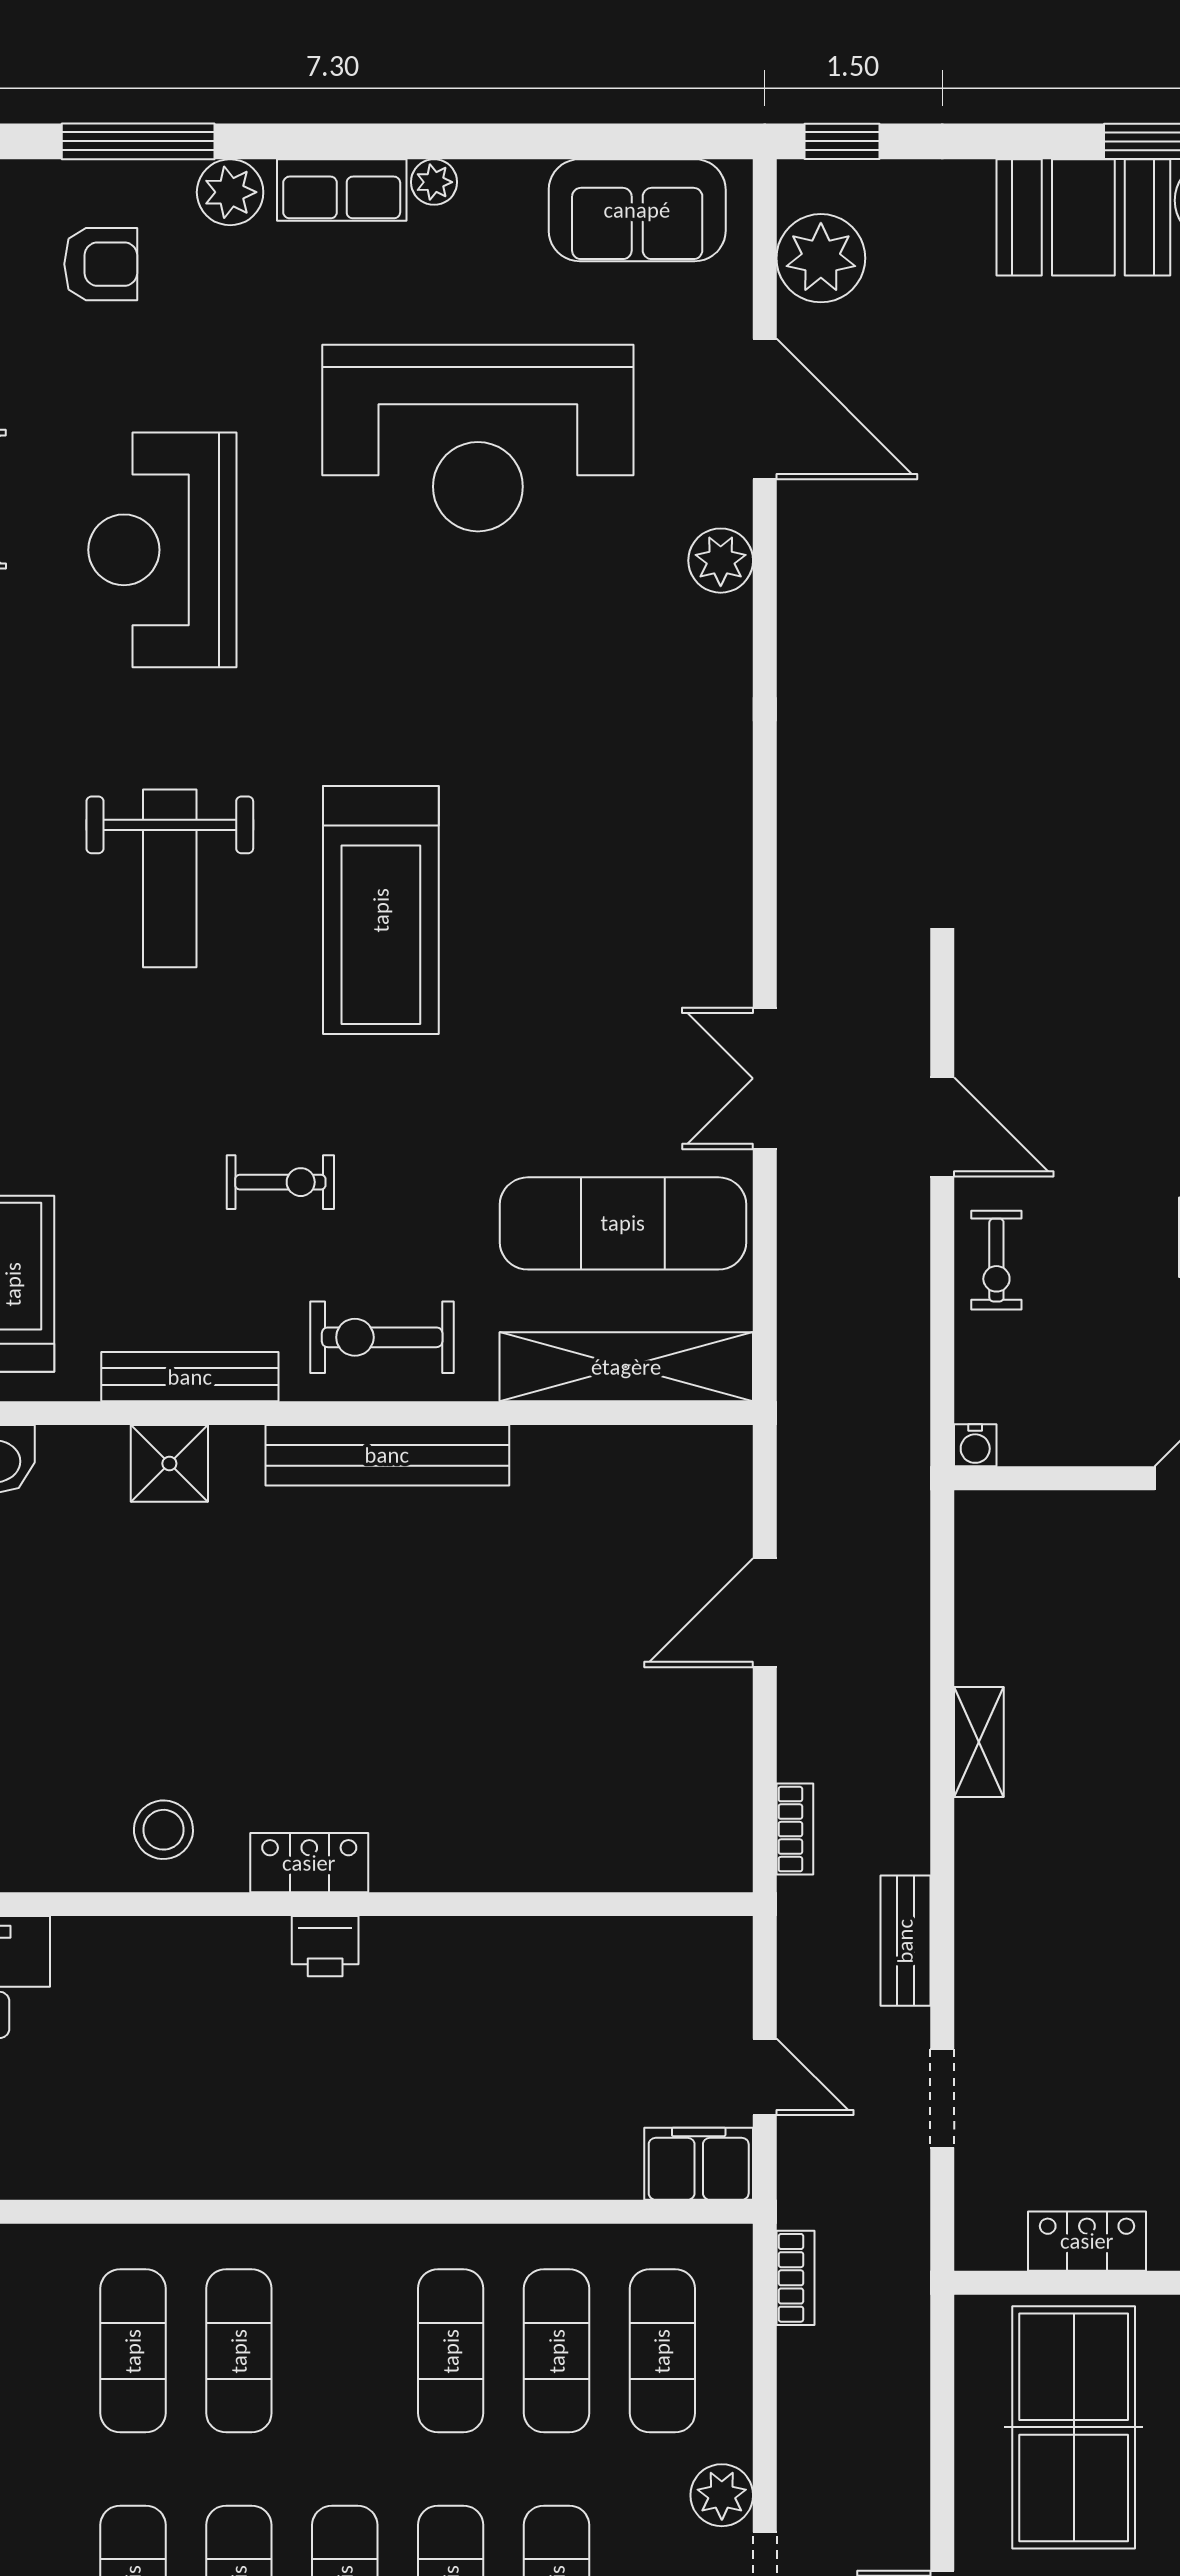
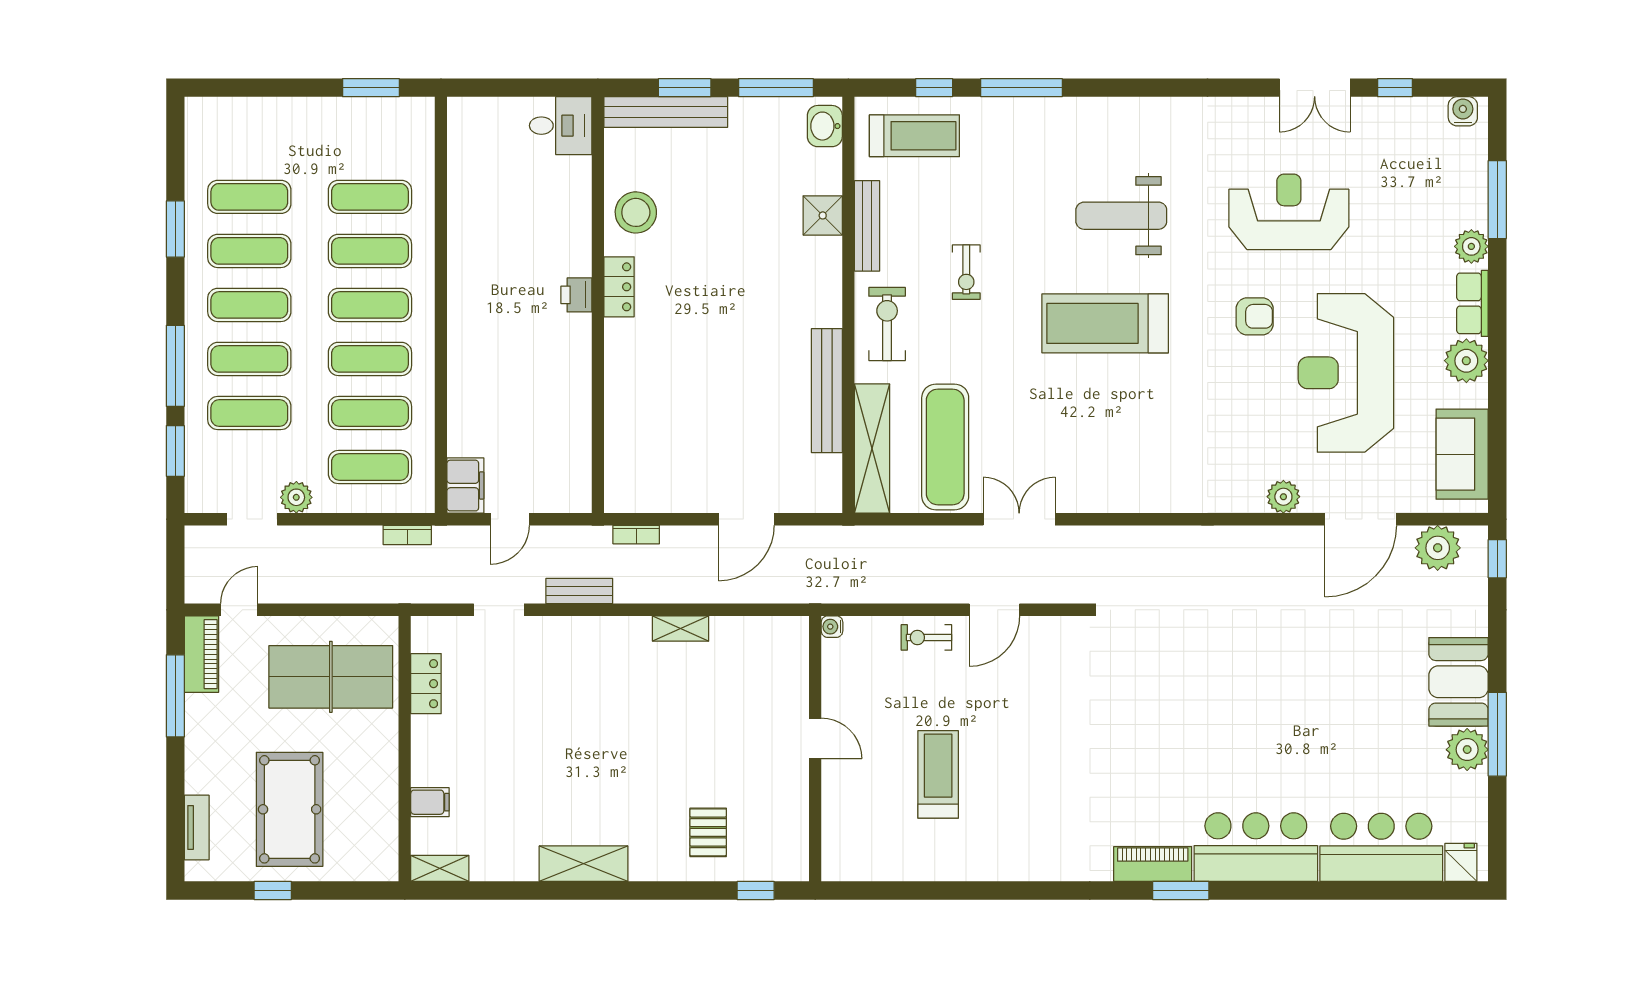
plant: (434, 182) -> (1466, 361), width x1.87, depth x1.87
armchair: (101, 264) -> (1255, 316), moved, turned -90
bench: (387, 1455) -> (827, 391), moved
door: (765, 1613) -> (746, 519), swing flipped
stool: (163, 1830) -> (636, 212), width x1.38, depth x1.38
exercise mat: (345, 2351) -> (370, 305), added

